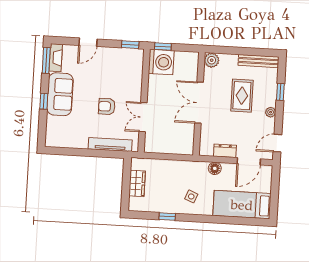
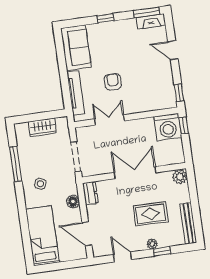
sofa: (60, 94) -> (76, 48), moved, turned -90
plant: (271, 112) -> (152, 244), moved
door: (277, 143) -> (123, 257), moved
dresser: (225, 151) -> (90, 193), moved
doorway: (172, 157) -> (76, 157), added
window: (167, 217) -> (16, 164), width x2.17

